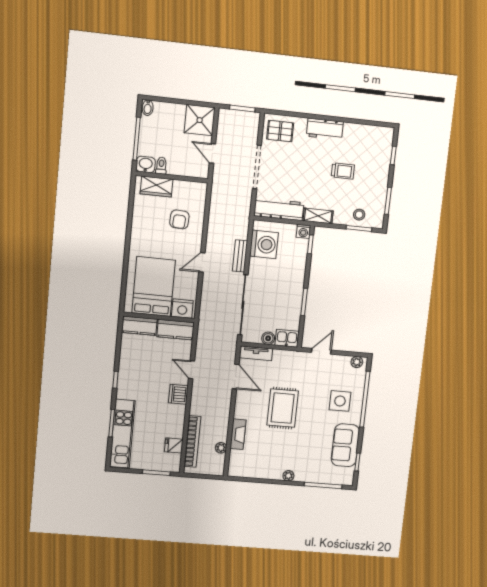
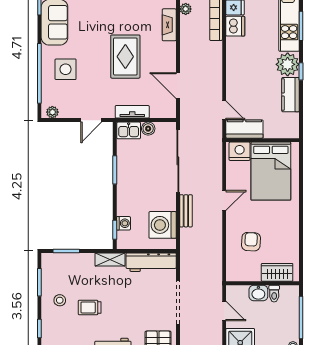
washbasin: (146, 165) -> (258, 293), moved
stool: (359, 215) -> (60, 300), moved
washing machine: (303, 231) -> (123, 223), moved, turned 90
kitchen counter: (140, 326) -> (291, 95), moved, turned -90
tv unit: (256, 353) -> (132, 112), moved
door: (192, 370) -> (224, 110), moved
plant: (128, 388) -> (288, 64), added
dishwasher: (178, 394) -> (235, 26), moved

